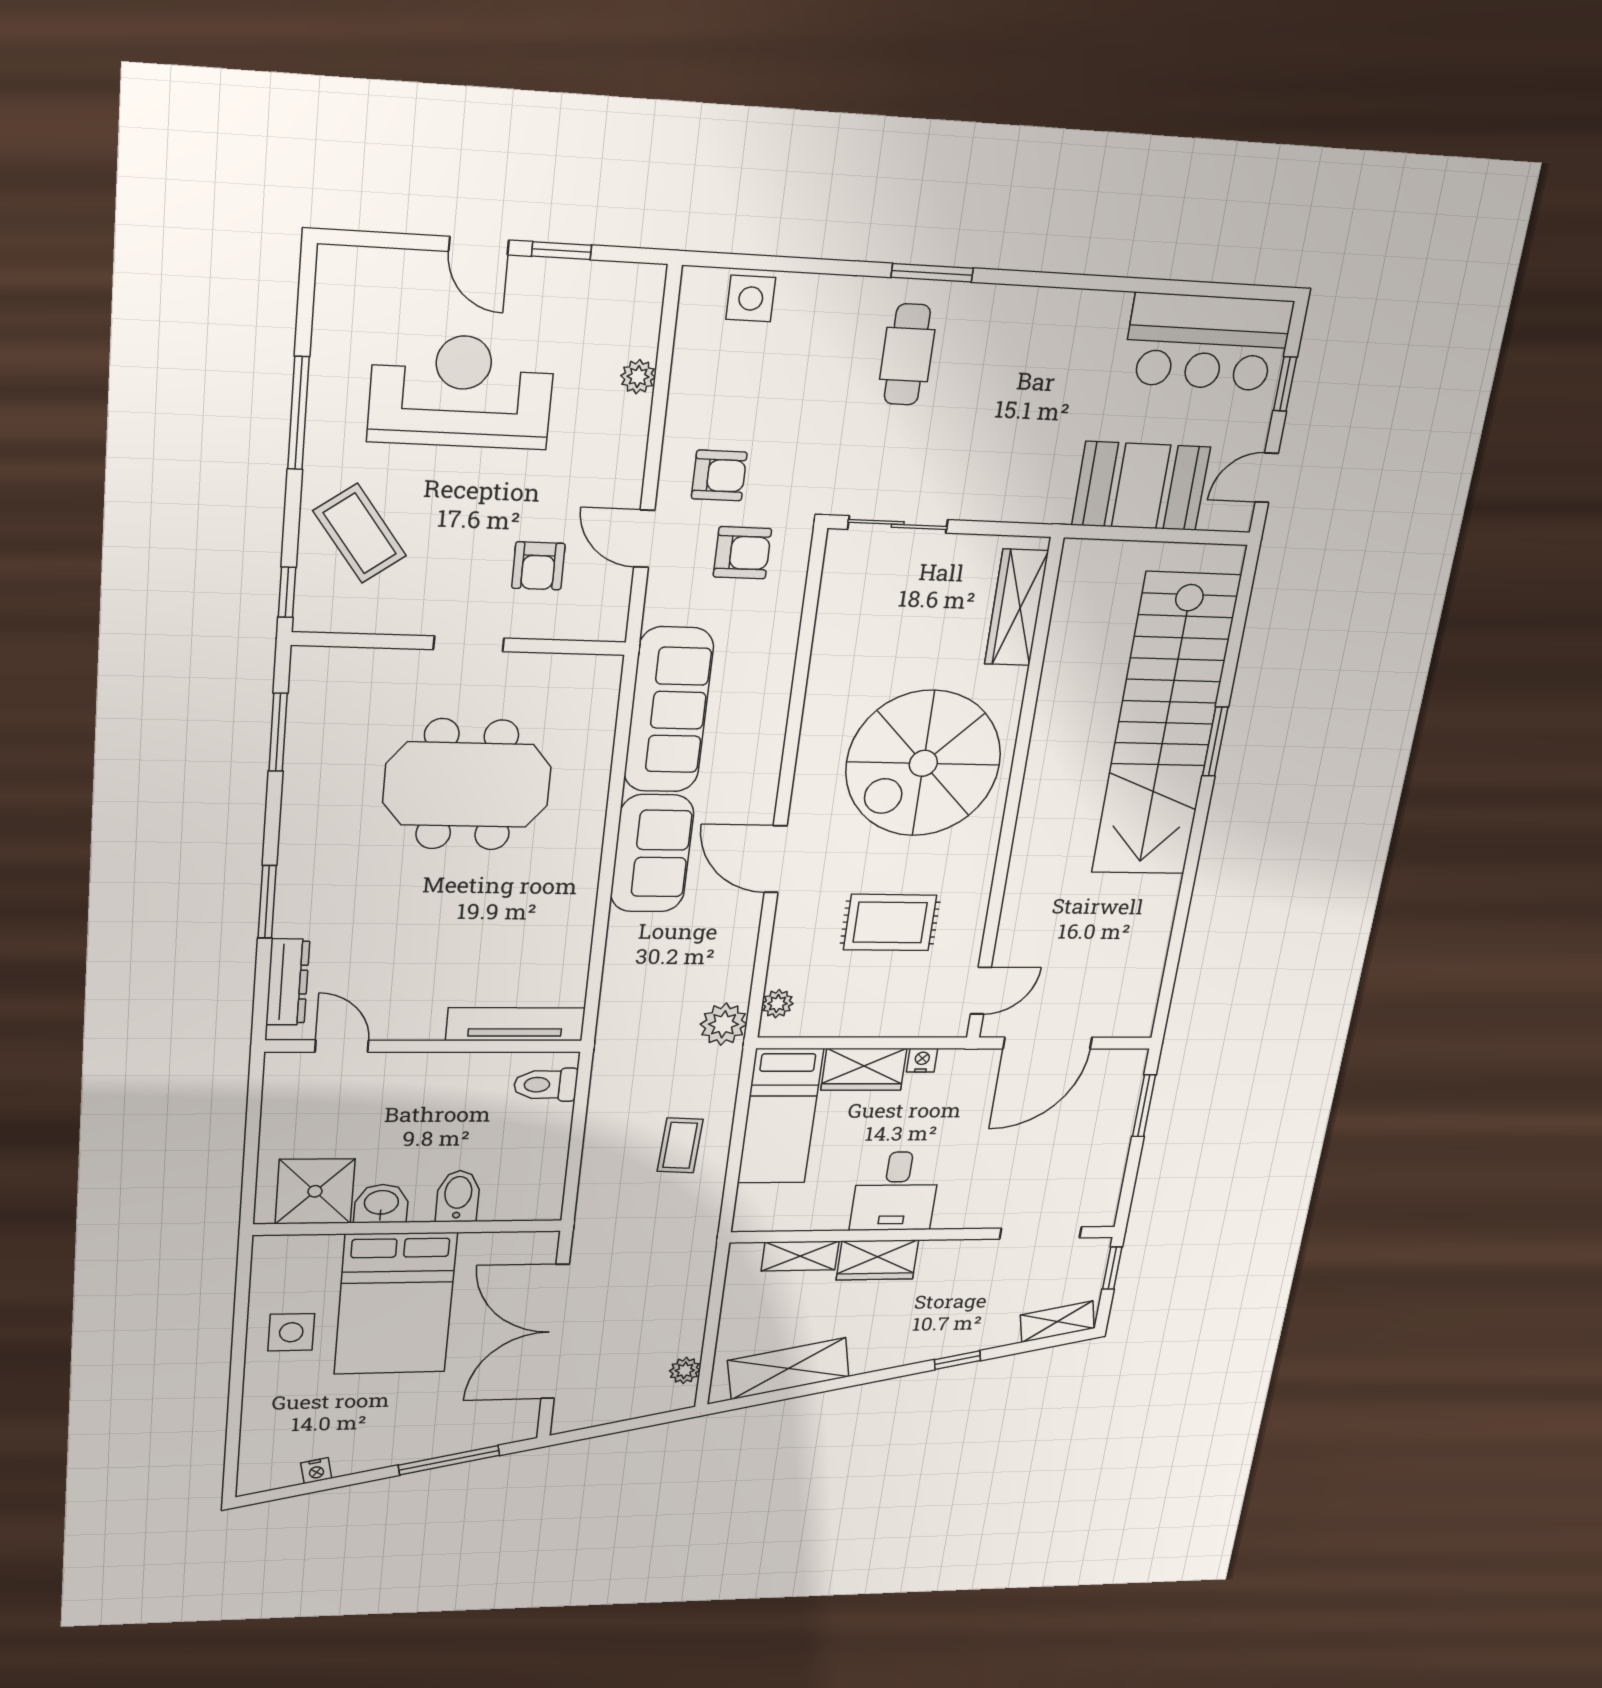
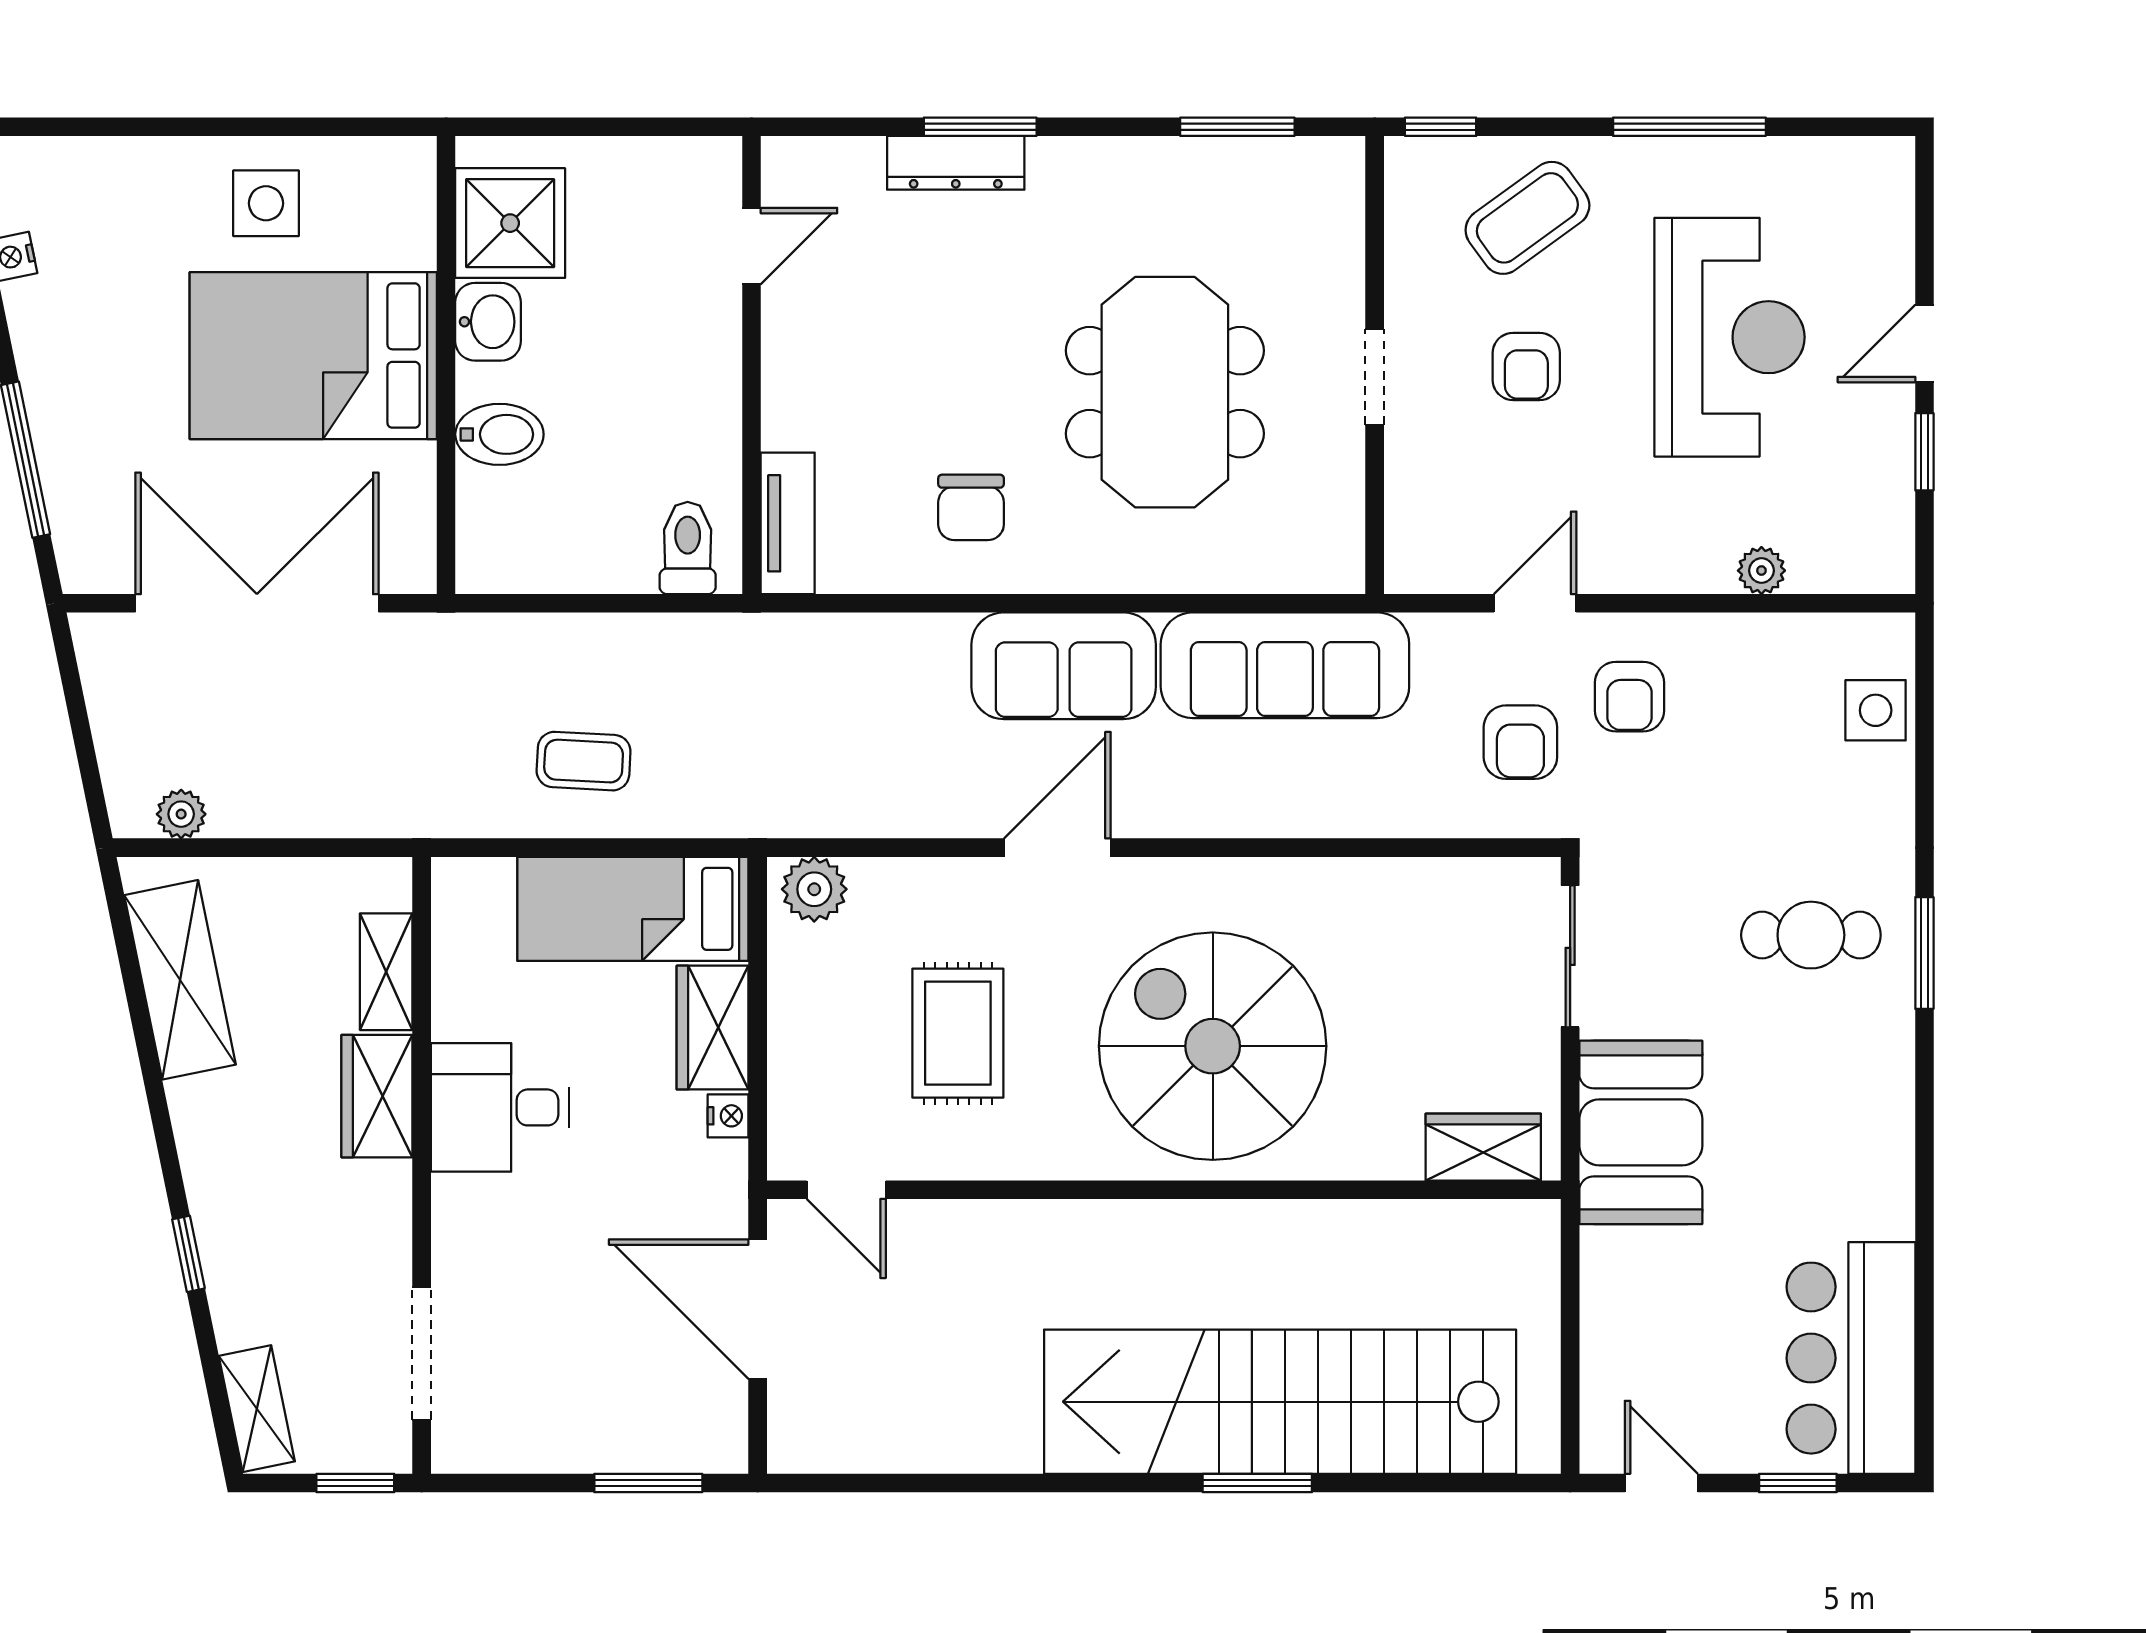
booth: (1141, 486) -> (1641, 1132), moved
armchair: (538, 566) -> (1526, 366), moved, turned -90
wardrobe: (1017, 608) -> (1483, 1147), width x0.67
chair: (536, 911) -> (971, 507), added
dresser: (288, 982) -> (956, 163), moved
plant: (777, 1004) -> (814, 889), width x1.38, depth x1.38
tv unit: (516, 1024) -> (788, 523), width x0.71
plant: (724, 1024) -> (789, 803), removed

